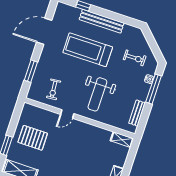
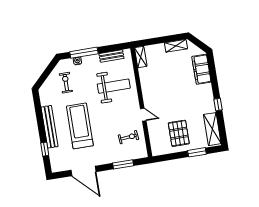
treadmill: (88, 50) -> (80, 126), turned 180
weight bench: (97, 94) -> (114, 86), moved

